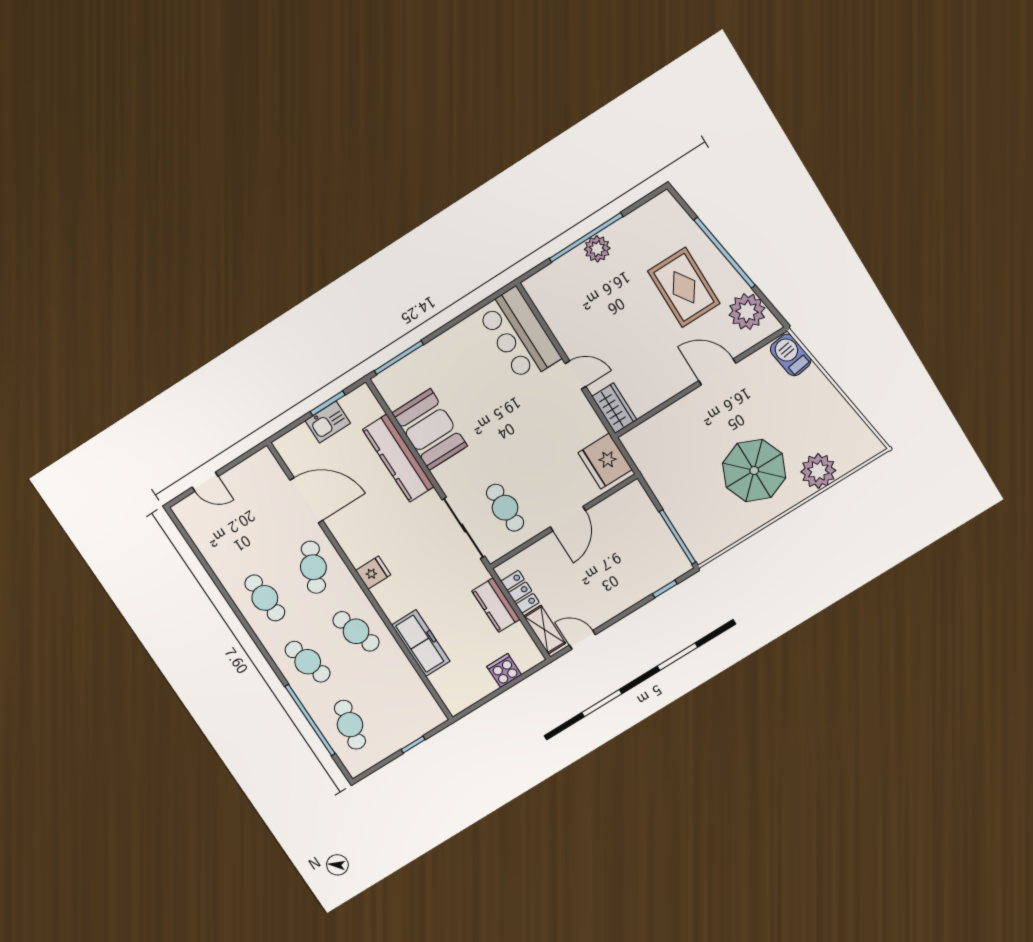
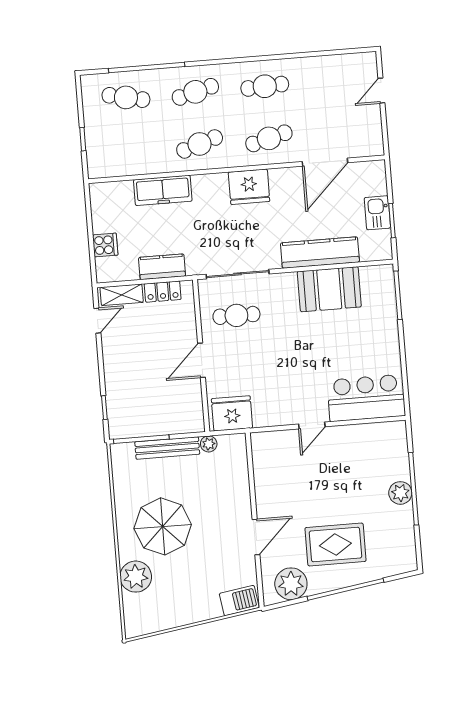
wardrobe: (614, 408) -> (270, 442), removed
plant: (648, 468) -> (209, 444), added
bench: (673, 507) -> (167, 448), added
door: (568, 519) -> (201, 360), hinge flipped
cafe table: (313, 567) -> (269, 138), turned -39
fridge: (373, 573) -> (249, 187), width x1.88, depth x1.34

